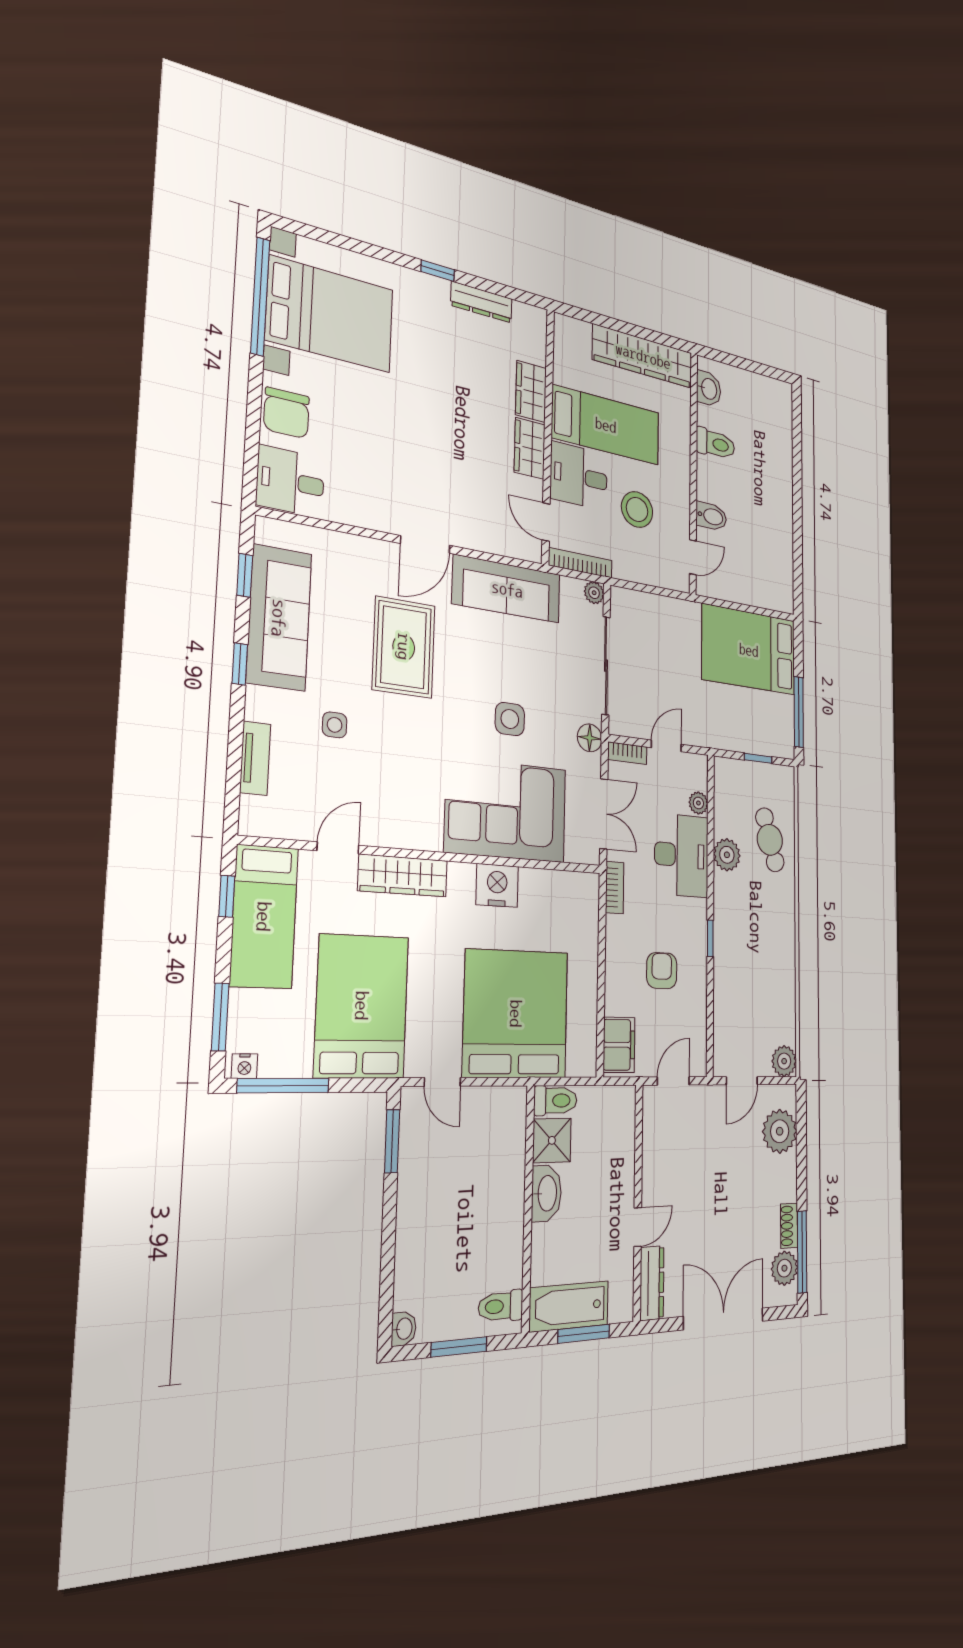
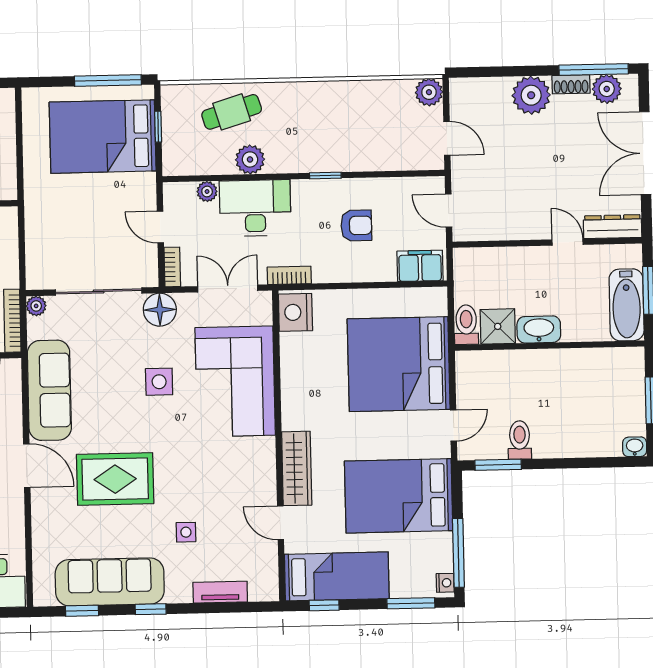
bed: (749, 650) -> (103, 137), moved, turned 90
floor lamp: (590, 738) -> (160, 310), width x1.38, depth x1.38
nightstand: (497, 885) -> (295, 312), moved
armchair: (662, 971) -> (356, 225), turned 180
plant: (780, 1131) -> (531, 95), moved
toilet: (501, 1306) -> (520, 440), moved, turned 180

